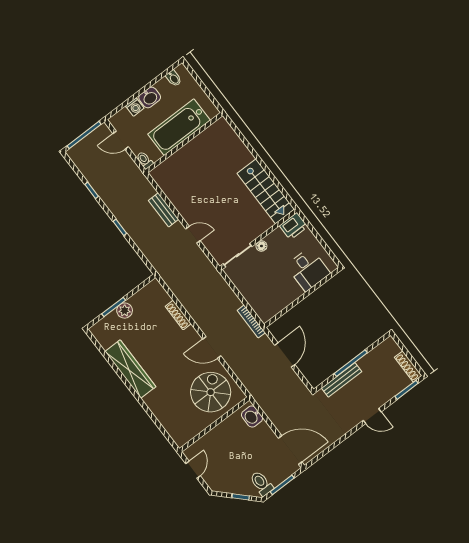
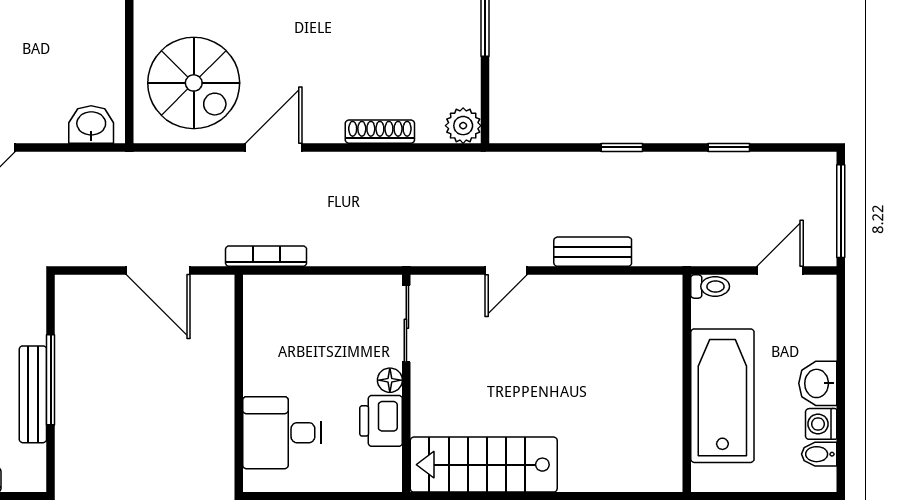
washing machine: (135, 107) -> (821, 424), moved
printer: (294, 226) -> (381, 421), moved
plant: (125, 311) -> (463, 126), moved
bench: (342, 380) -> (33, 394), moved

